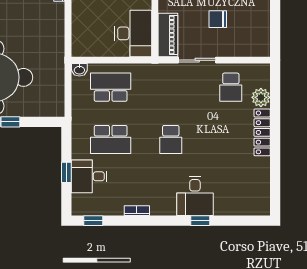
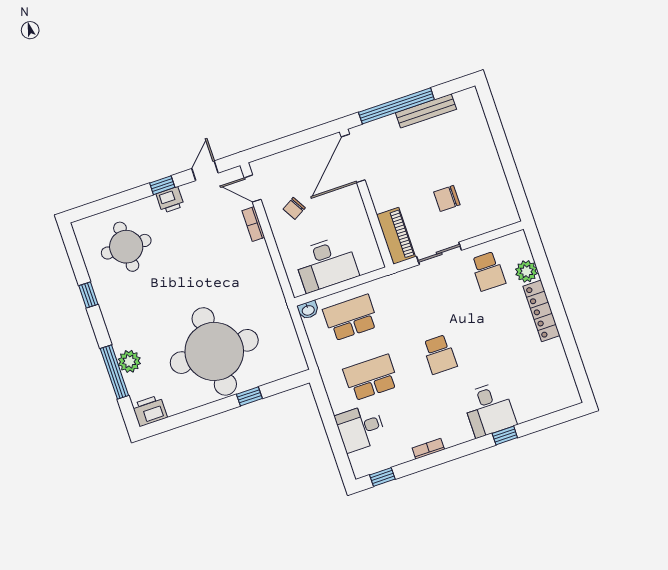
desk: (133, 33) -> (326, 264), moved, turned 90
school desk: (111, 139) -> (371, 378), turned 180
window: (66, 172) -> (333, 432), removed

